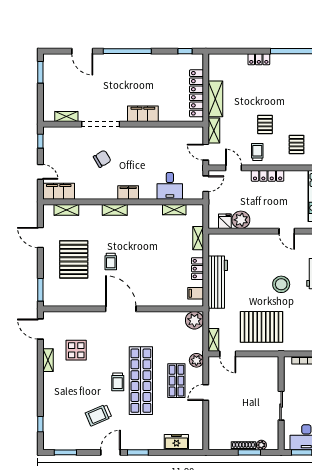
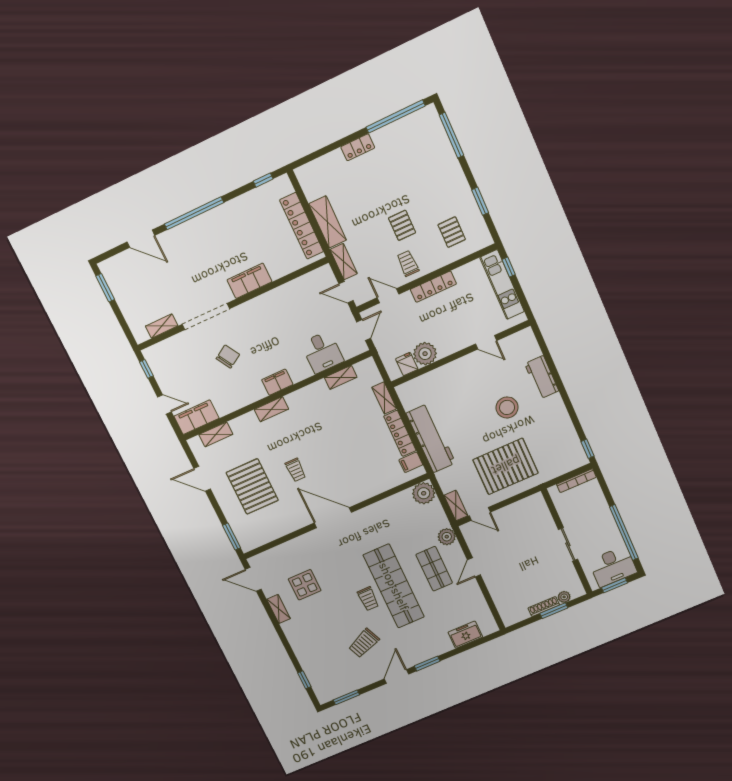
locker: (197, 269) -> (400, 433), width x1.53

